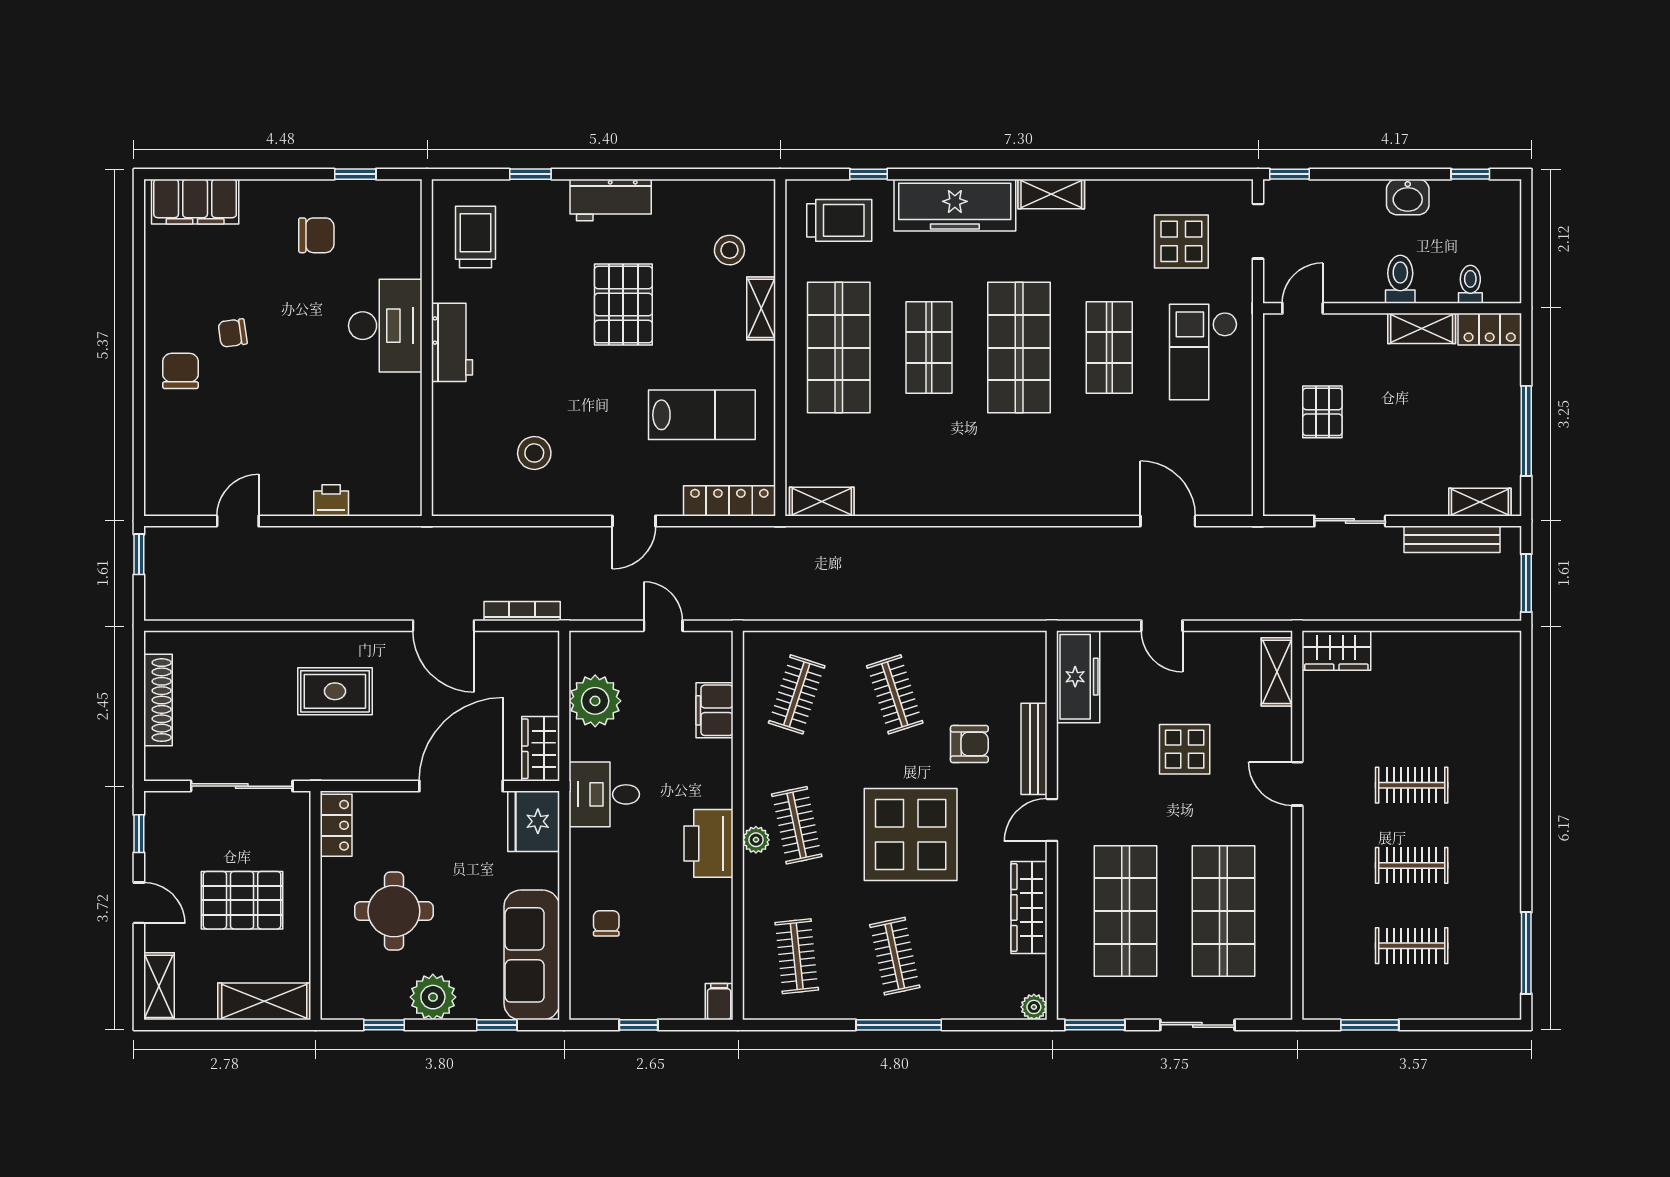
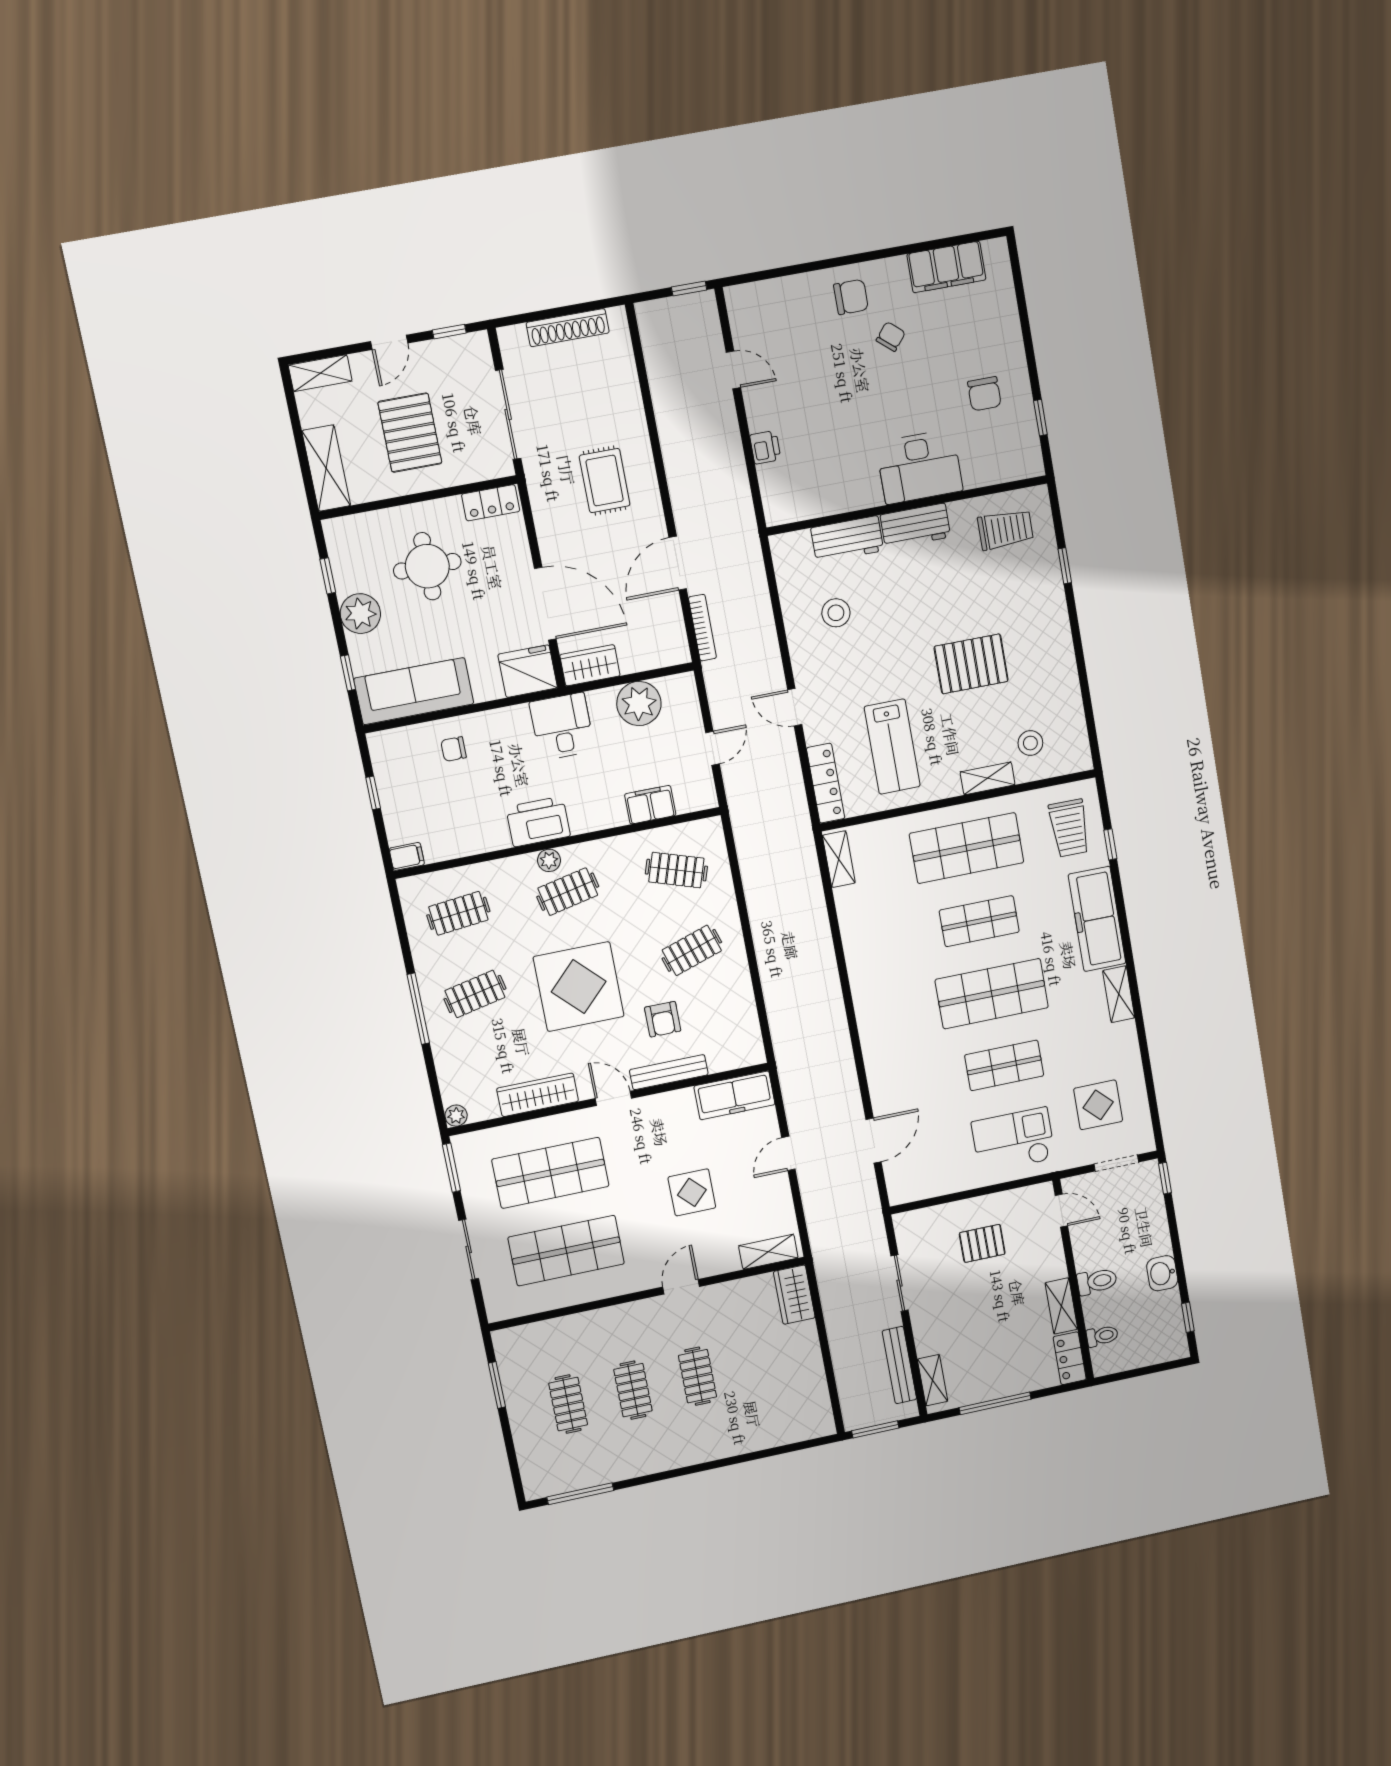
workbench: (611, 200) -> (847, 539), moved, turned -90
filing cabinet: (195, 202) -> (946, 267), moved, turned -90
chair: (233, 333) -> (891, 337), turned 48
chair: (606, 923) -> (454, 749), turned 180

